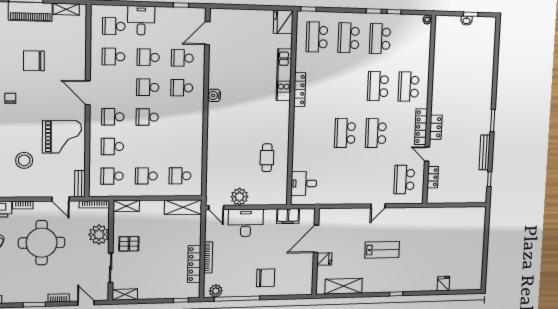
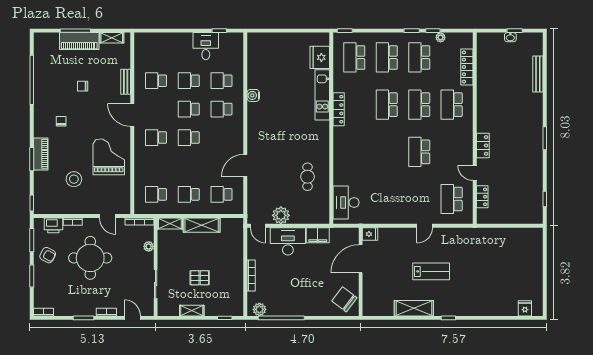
desk: (141, 20) -> (206, 46), moved
plant: (427, 20) -> (440, 37), moved
fridge: (283, 22) -> (320, 57), moved
school desk: (114, 26) -> (156, 52), removed
door: (207, 33) -> (245, 166), moved
chair: (34, 61) -> (83, 86), width x0.54, depth x0.54
water cooler: (214, 95) -> (253, 95), moved
locker: (421, 127) -> (467, 67), moved
school desk: (345, 133) -> (387, 105), moved
grand piano: (62, 137) -> (109, 157), turned -90
school desk: (112, 147) -> (156, 166), removed
bench: (485, 152) -> (538, 74), moved
desk: (304, 183) -> (346, 202), width x1.37
bench: (80, 184) -> (126, 82), moved
shelving: (183, 207) -> (202, 225), moved
filing cabinet: (288, 216) -> (318, 235), moved
plant: (99, 235) -> (149, 246), width x0.53, depth x0.53
pallet: (129, 244) -> (200, 278), moved
fridge: (324, 259) -> (370, 234), moved
locker: (194, 264) -> (237, 282), removed
chair: (266, 278) -> (344, 299), moved, turned -143
fridge: (443, 284) -> (525, 308), moved
shelving: (344, 286) -> (414, 308), moved
shelving: (125, 295) -> (192, 311), moved

